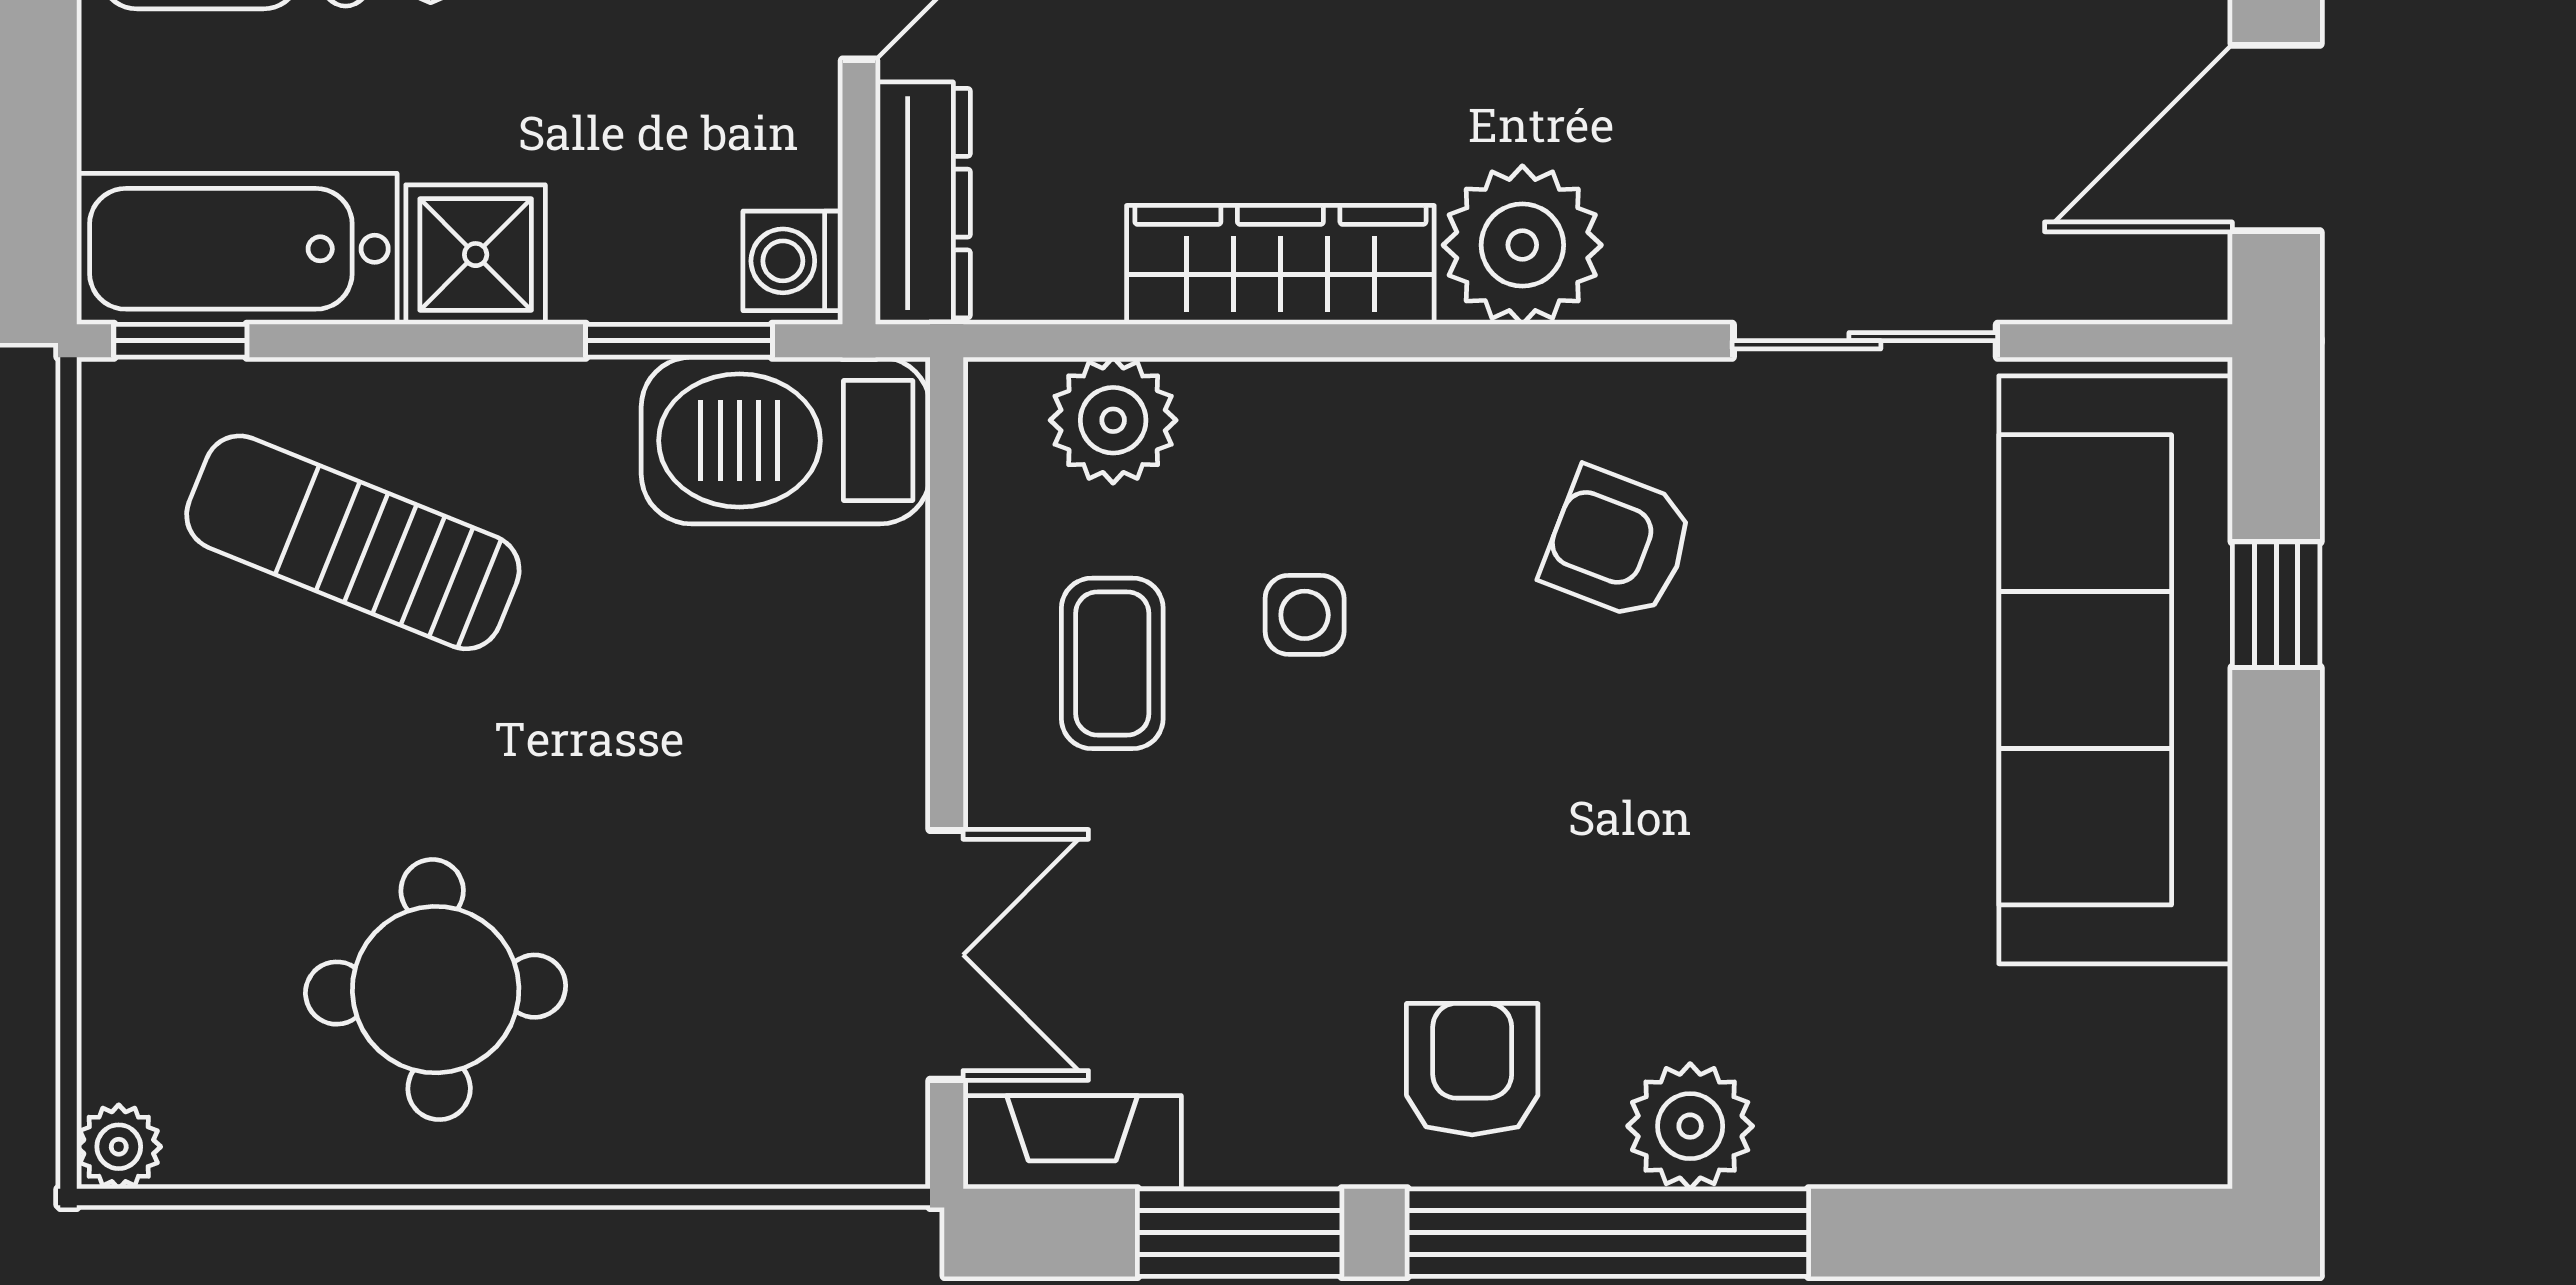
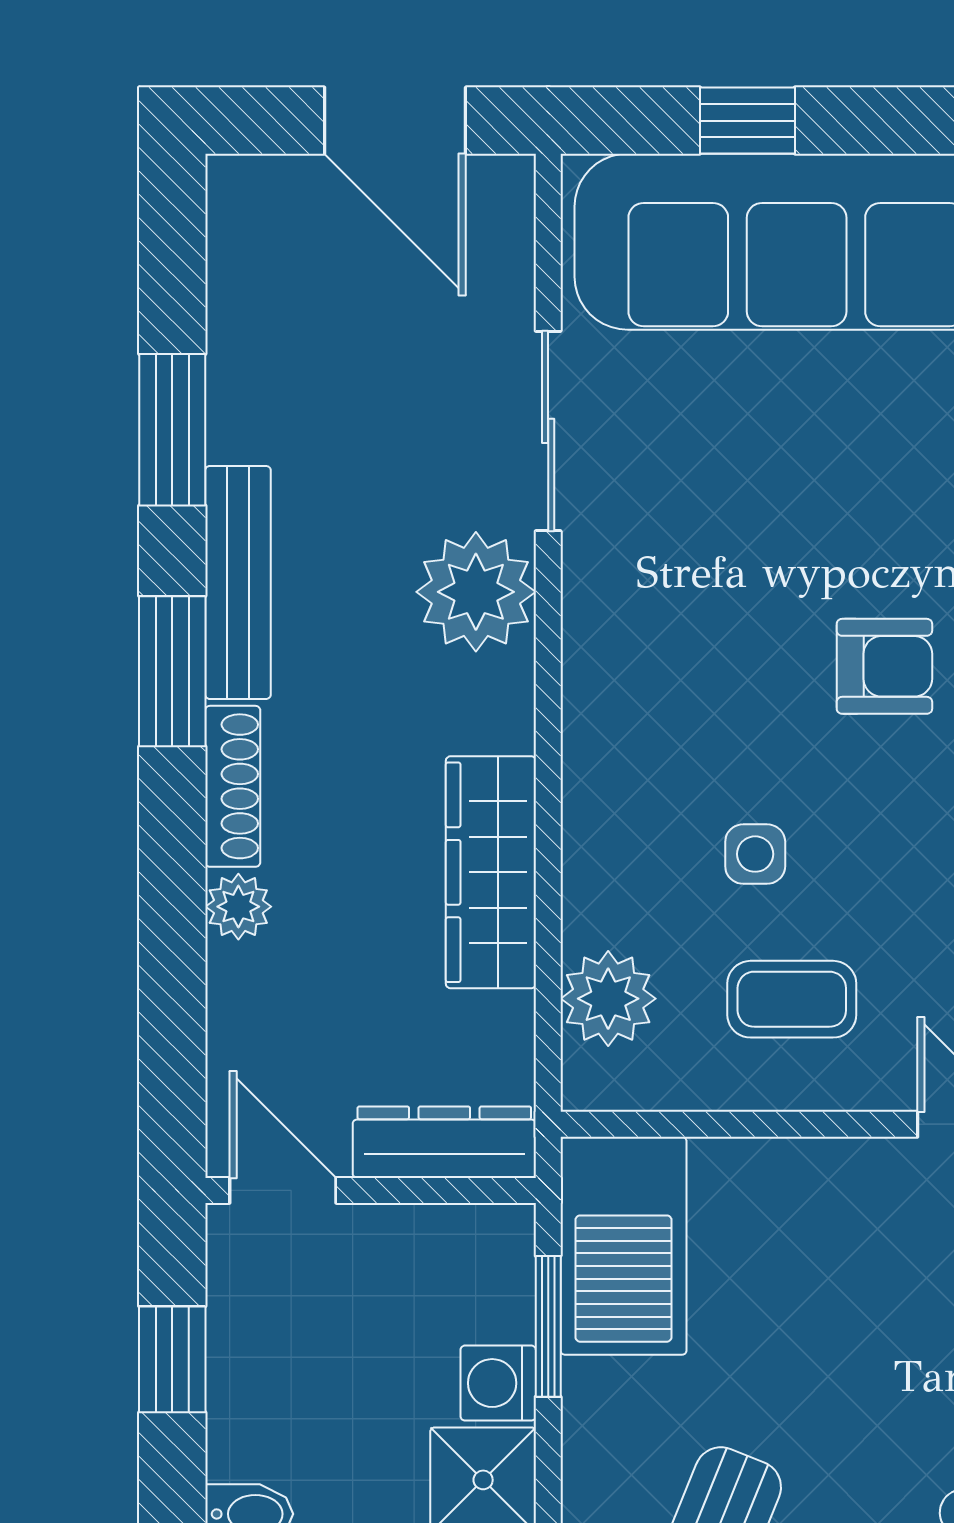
plant: (1522, 245) -> (476, 592), moved
washing machine: (793, 261) -> (498, 1383), moved, turned 90
armchair: (1618, 544) -> (884, 666), moved, turned -111

